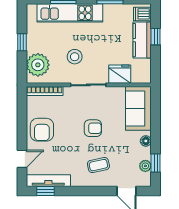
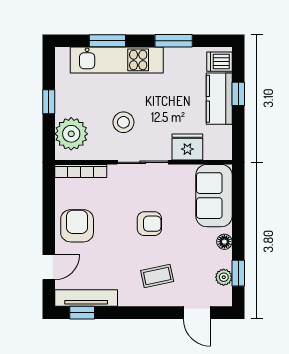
armchair: (42, 130) -> (77, 226), turned 180

